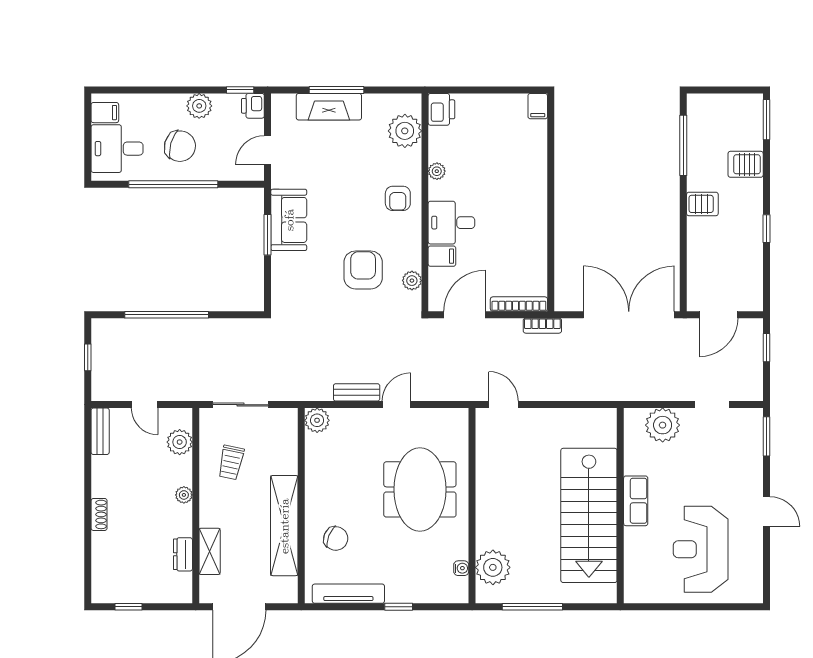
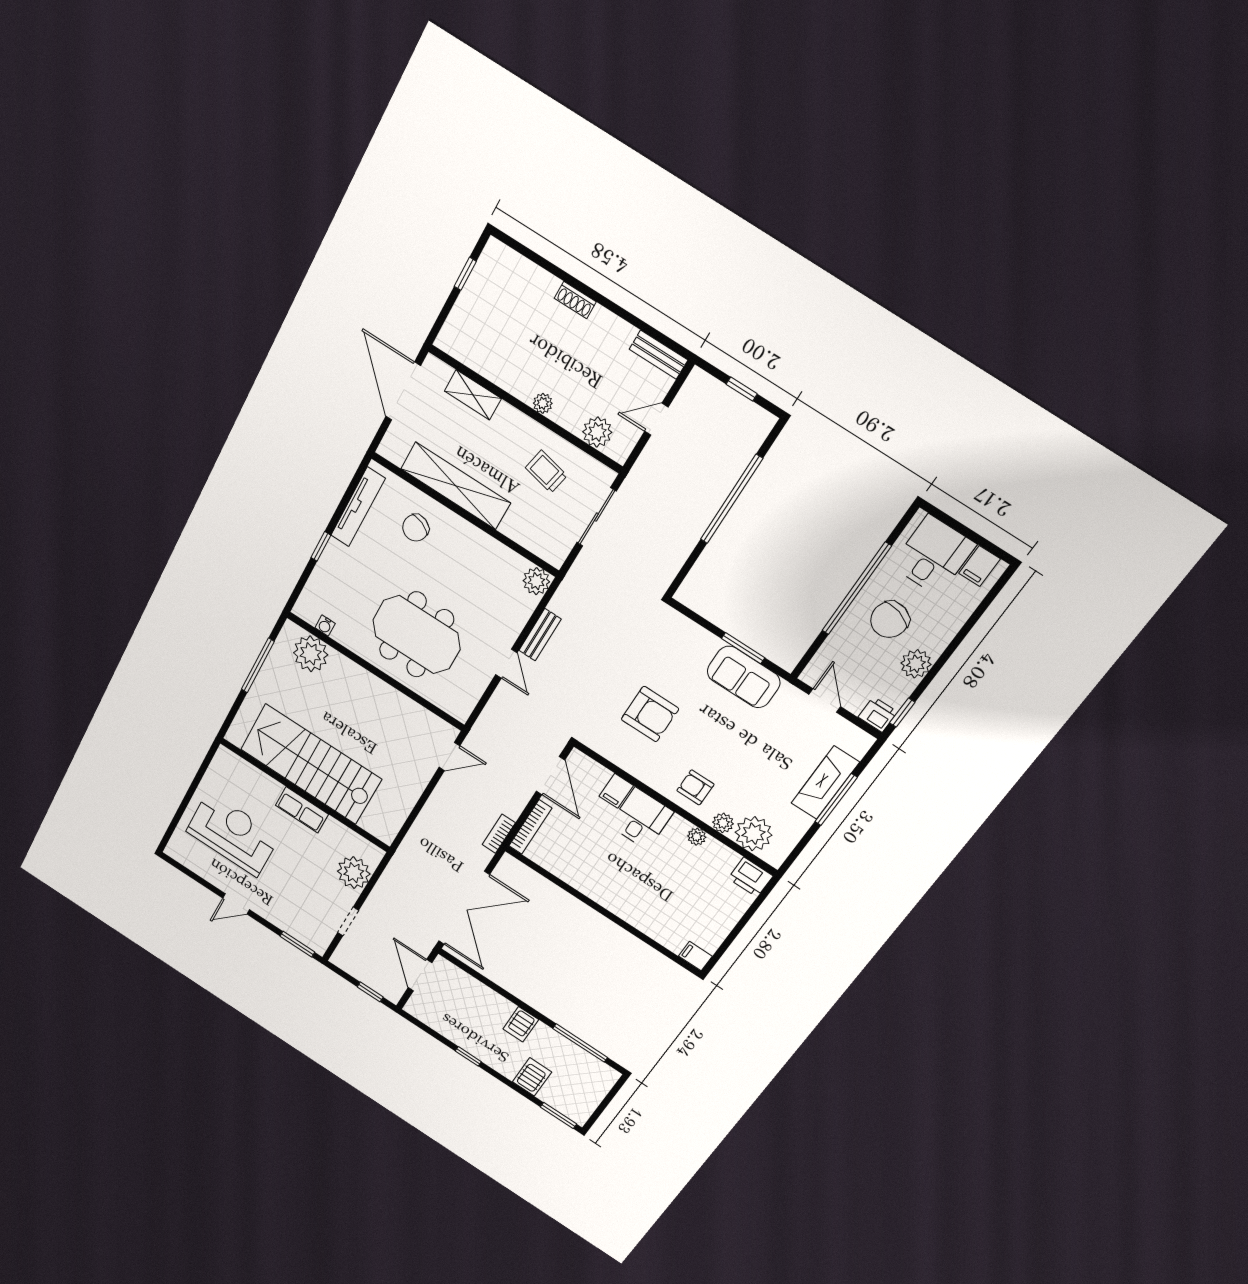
plant: (412, 281) -> (723, 823), moved
dresser: (183, 554) -> (485, 365), removed

